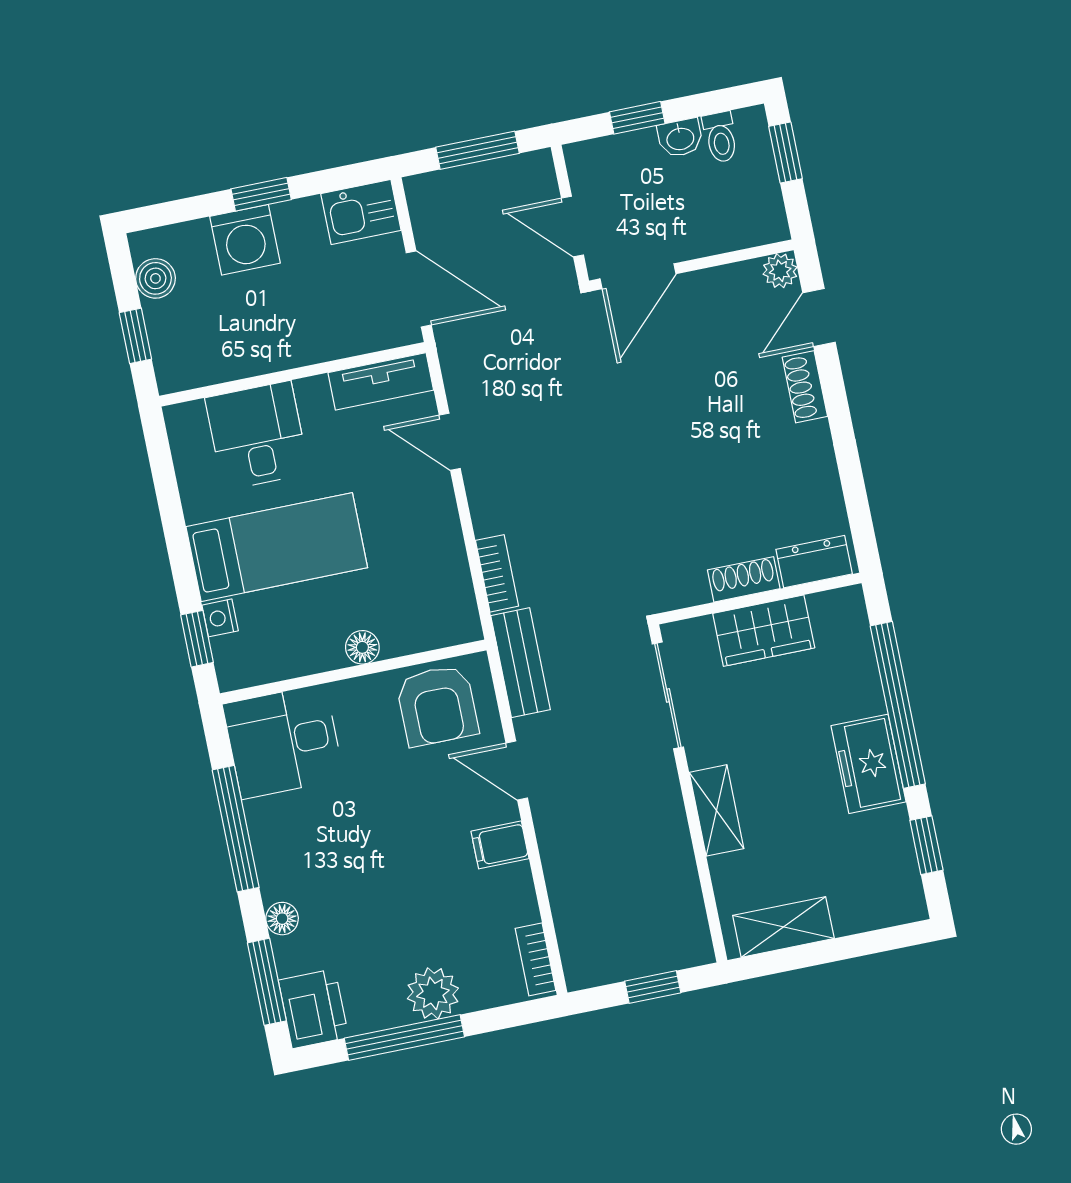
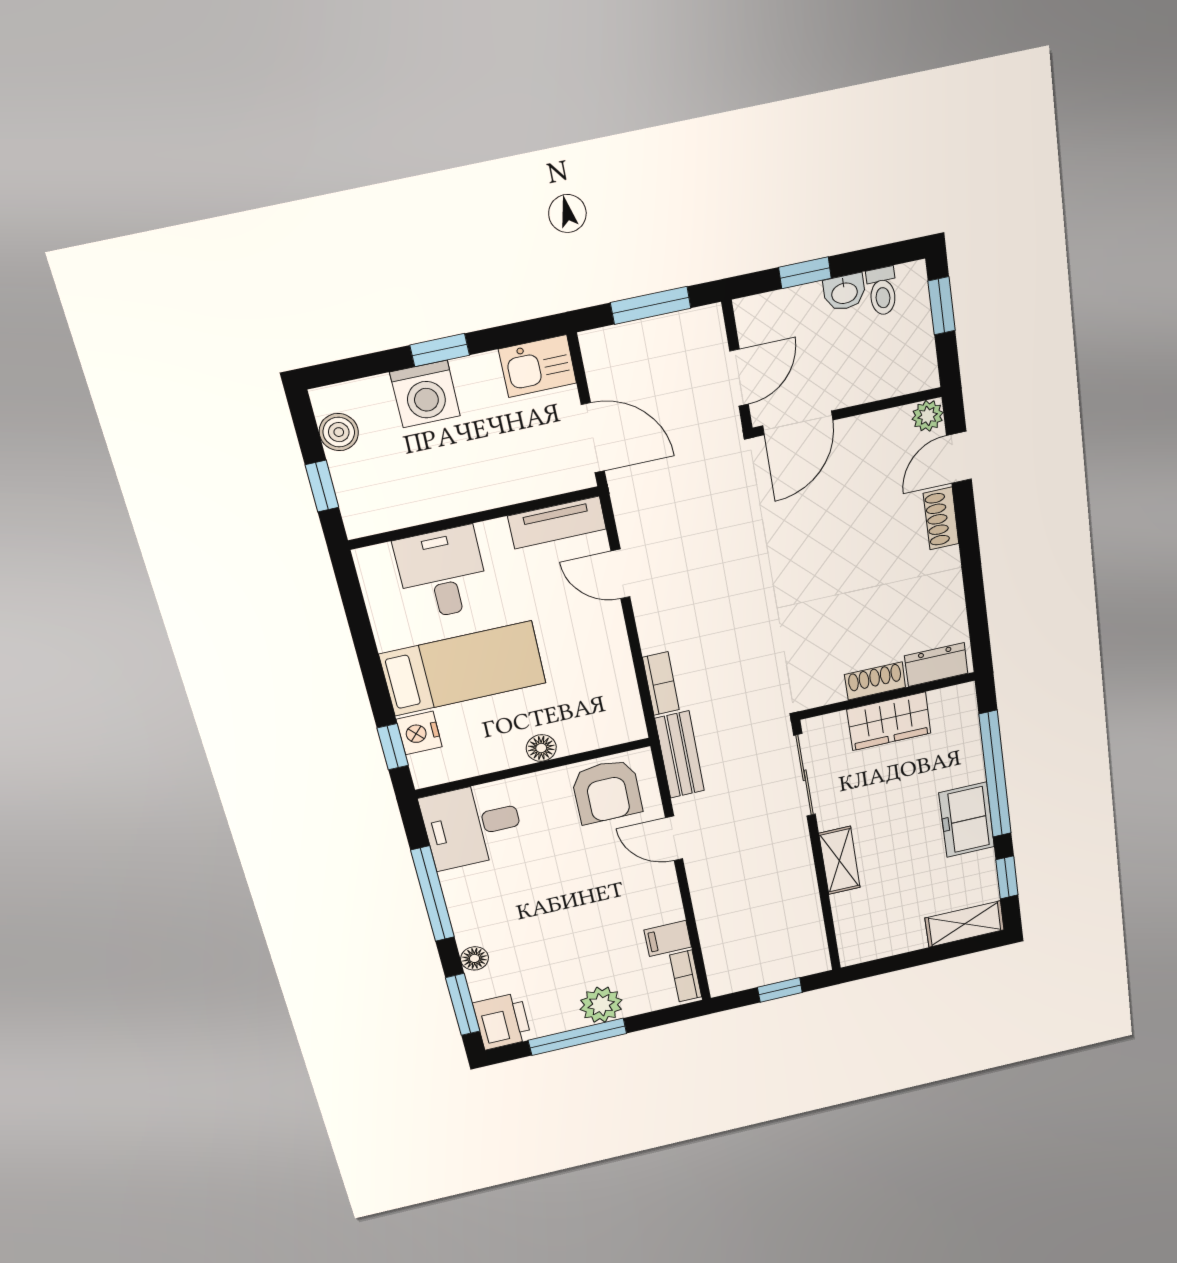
door: (572, 227) -> (739, 378), swing flipped
nightstand: (220, 618) -> (419, 733), width x1.39, depth x1.35
filing cabinet: (500, 845) -> (668, 938), moved
shelving: (783, 927) -> (965, 924), moved

